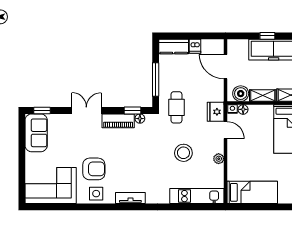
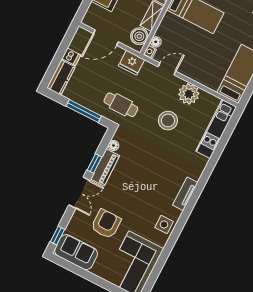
double door: (86, 110) -> (79, 193), swing flipped
window: (132, 110) -> (94, 163), moved
fridge: (216, 112) -> (131, 63), moved
plant: (219, 159) -> (189, 94), width x1.88, depth x1.88
armchair: (94, 169) -> (106, 224), moved

